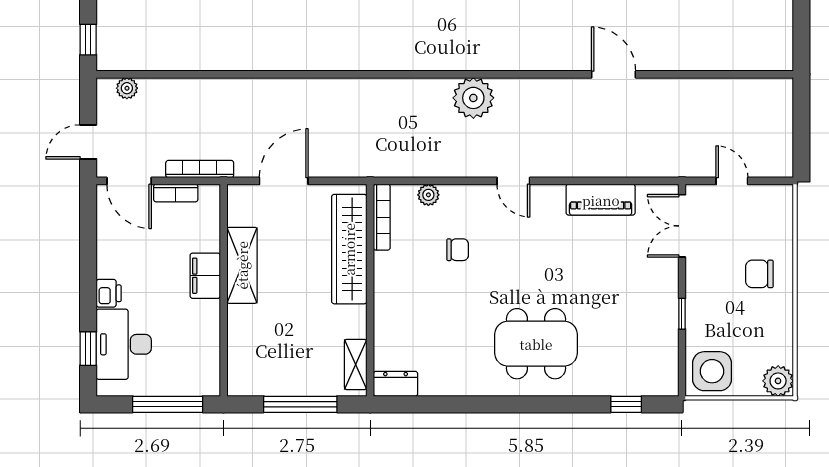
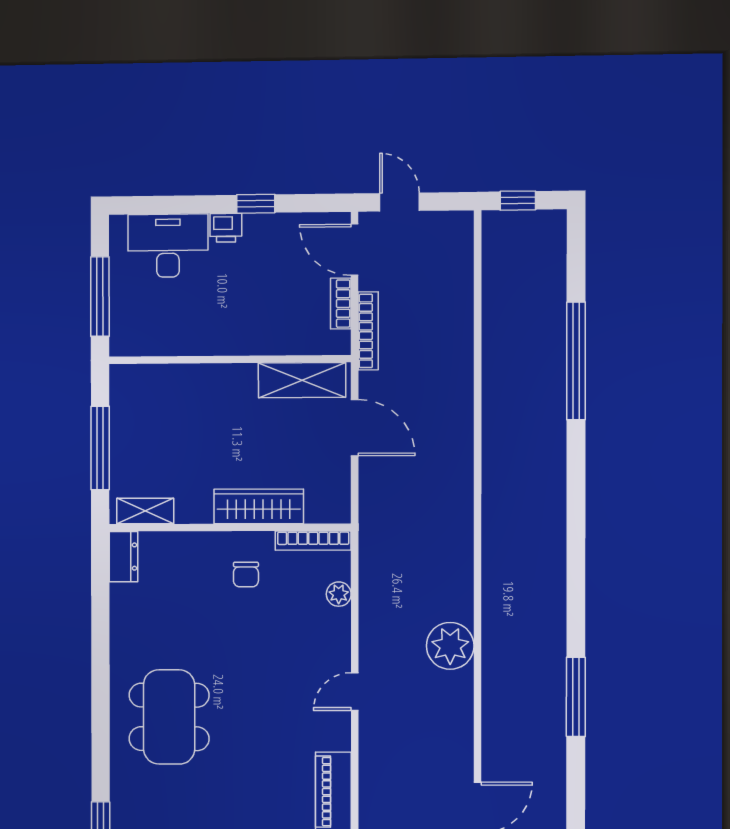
plant: (127, 88) -> (462, 246), removed
door: (129, 181) -> (355, 250), hinge flipped
wardrobe: (349, 249) -> (259, 506), width x0.71, depth x0.85
chair: (458, 250) -> (246, 574), moved
shelving: (242, 265) -> (302, 380), moved
filing cabinet: (205, 276) -> (246, 338), removed
window: (88, 349) -> (256, 204), moved

